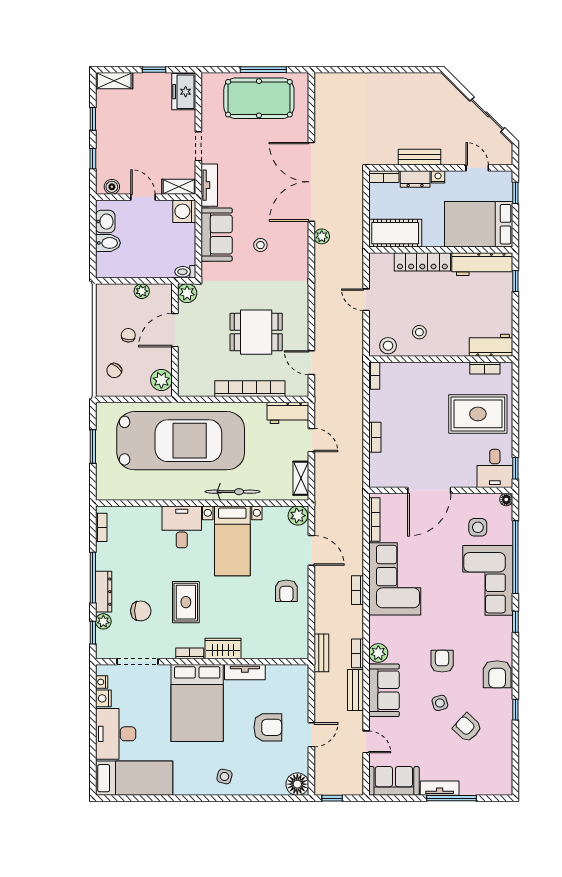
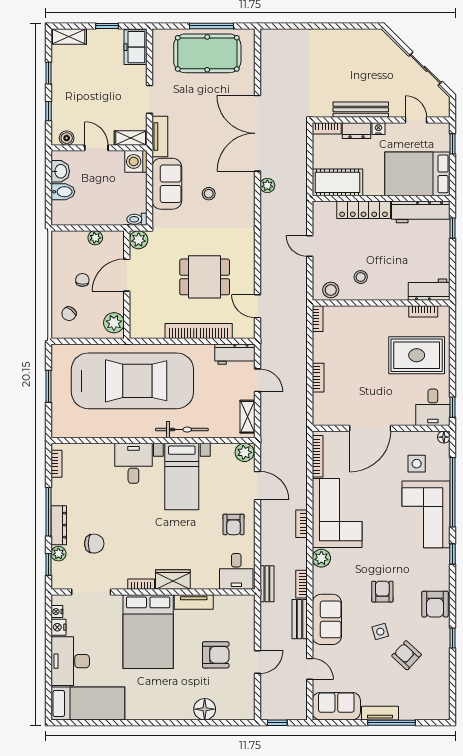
bench: (419, 157) -> (361, 110), width x1.36
rug: (186, 602) -> (137, 535), removed
desk: (289, 640) -> (236, 571), added
plant: (378, 653) -> (321, 558), moved
side table: (224, 776) -> (174, 702), removed
floor lamp: (297, 784) -> (205, 709), moved

